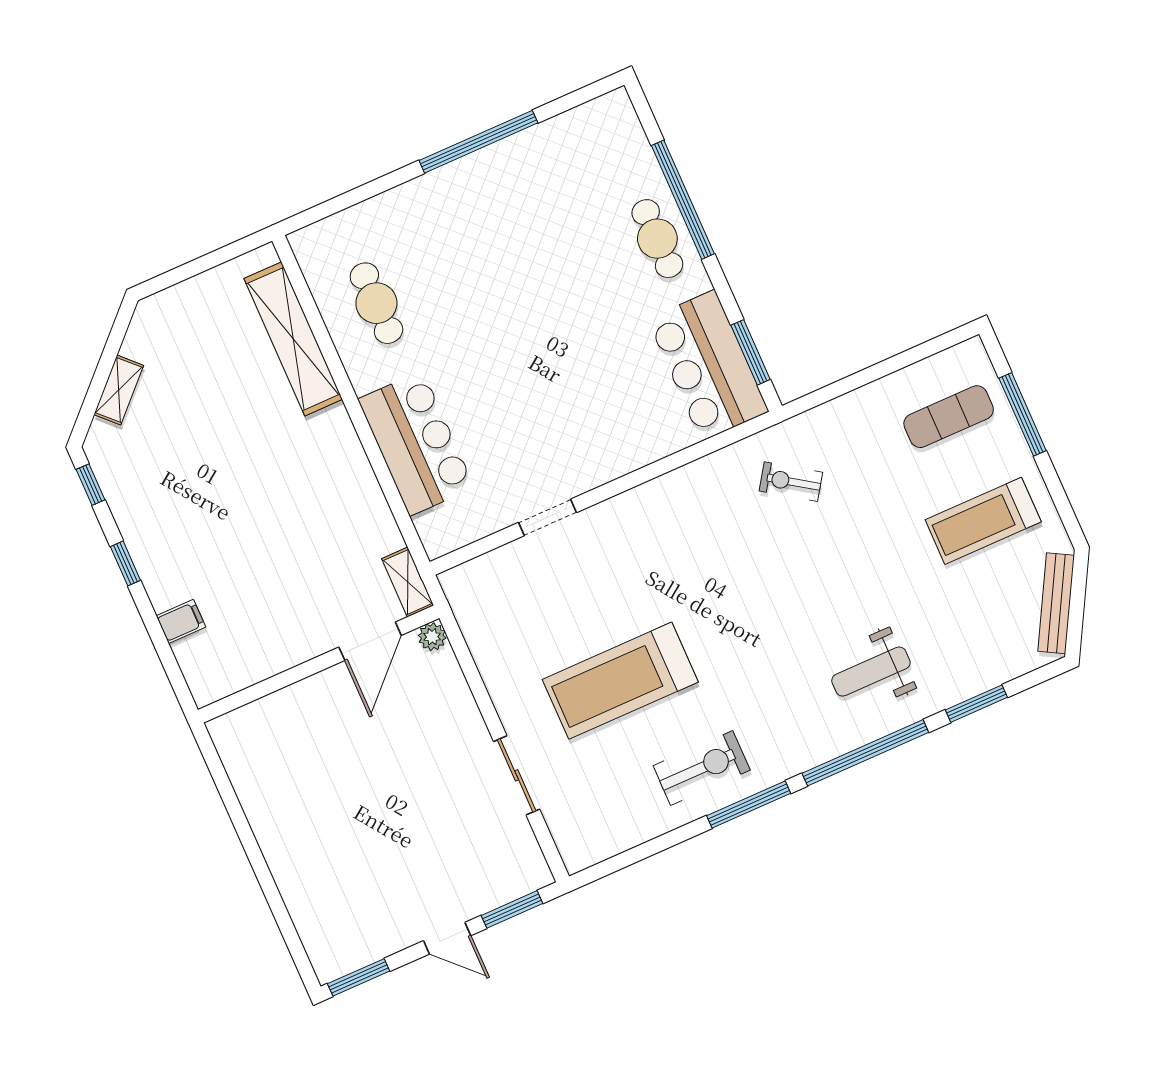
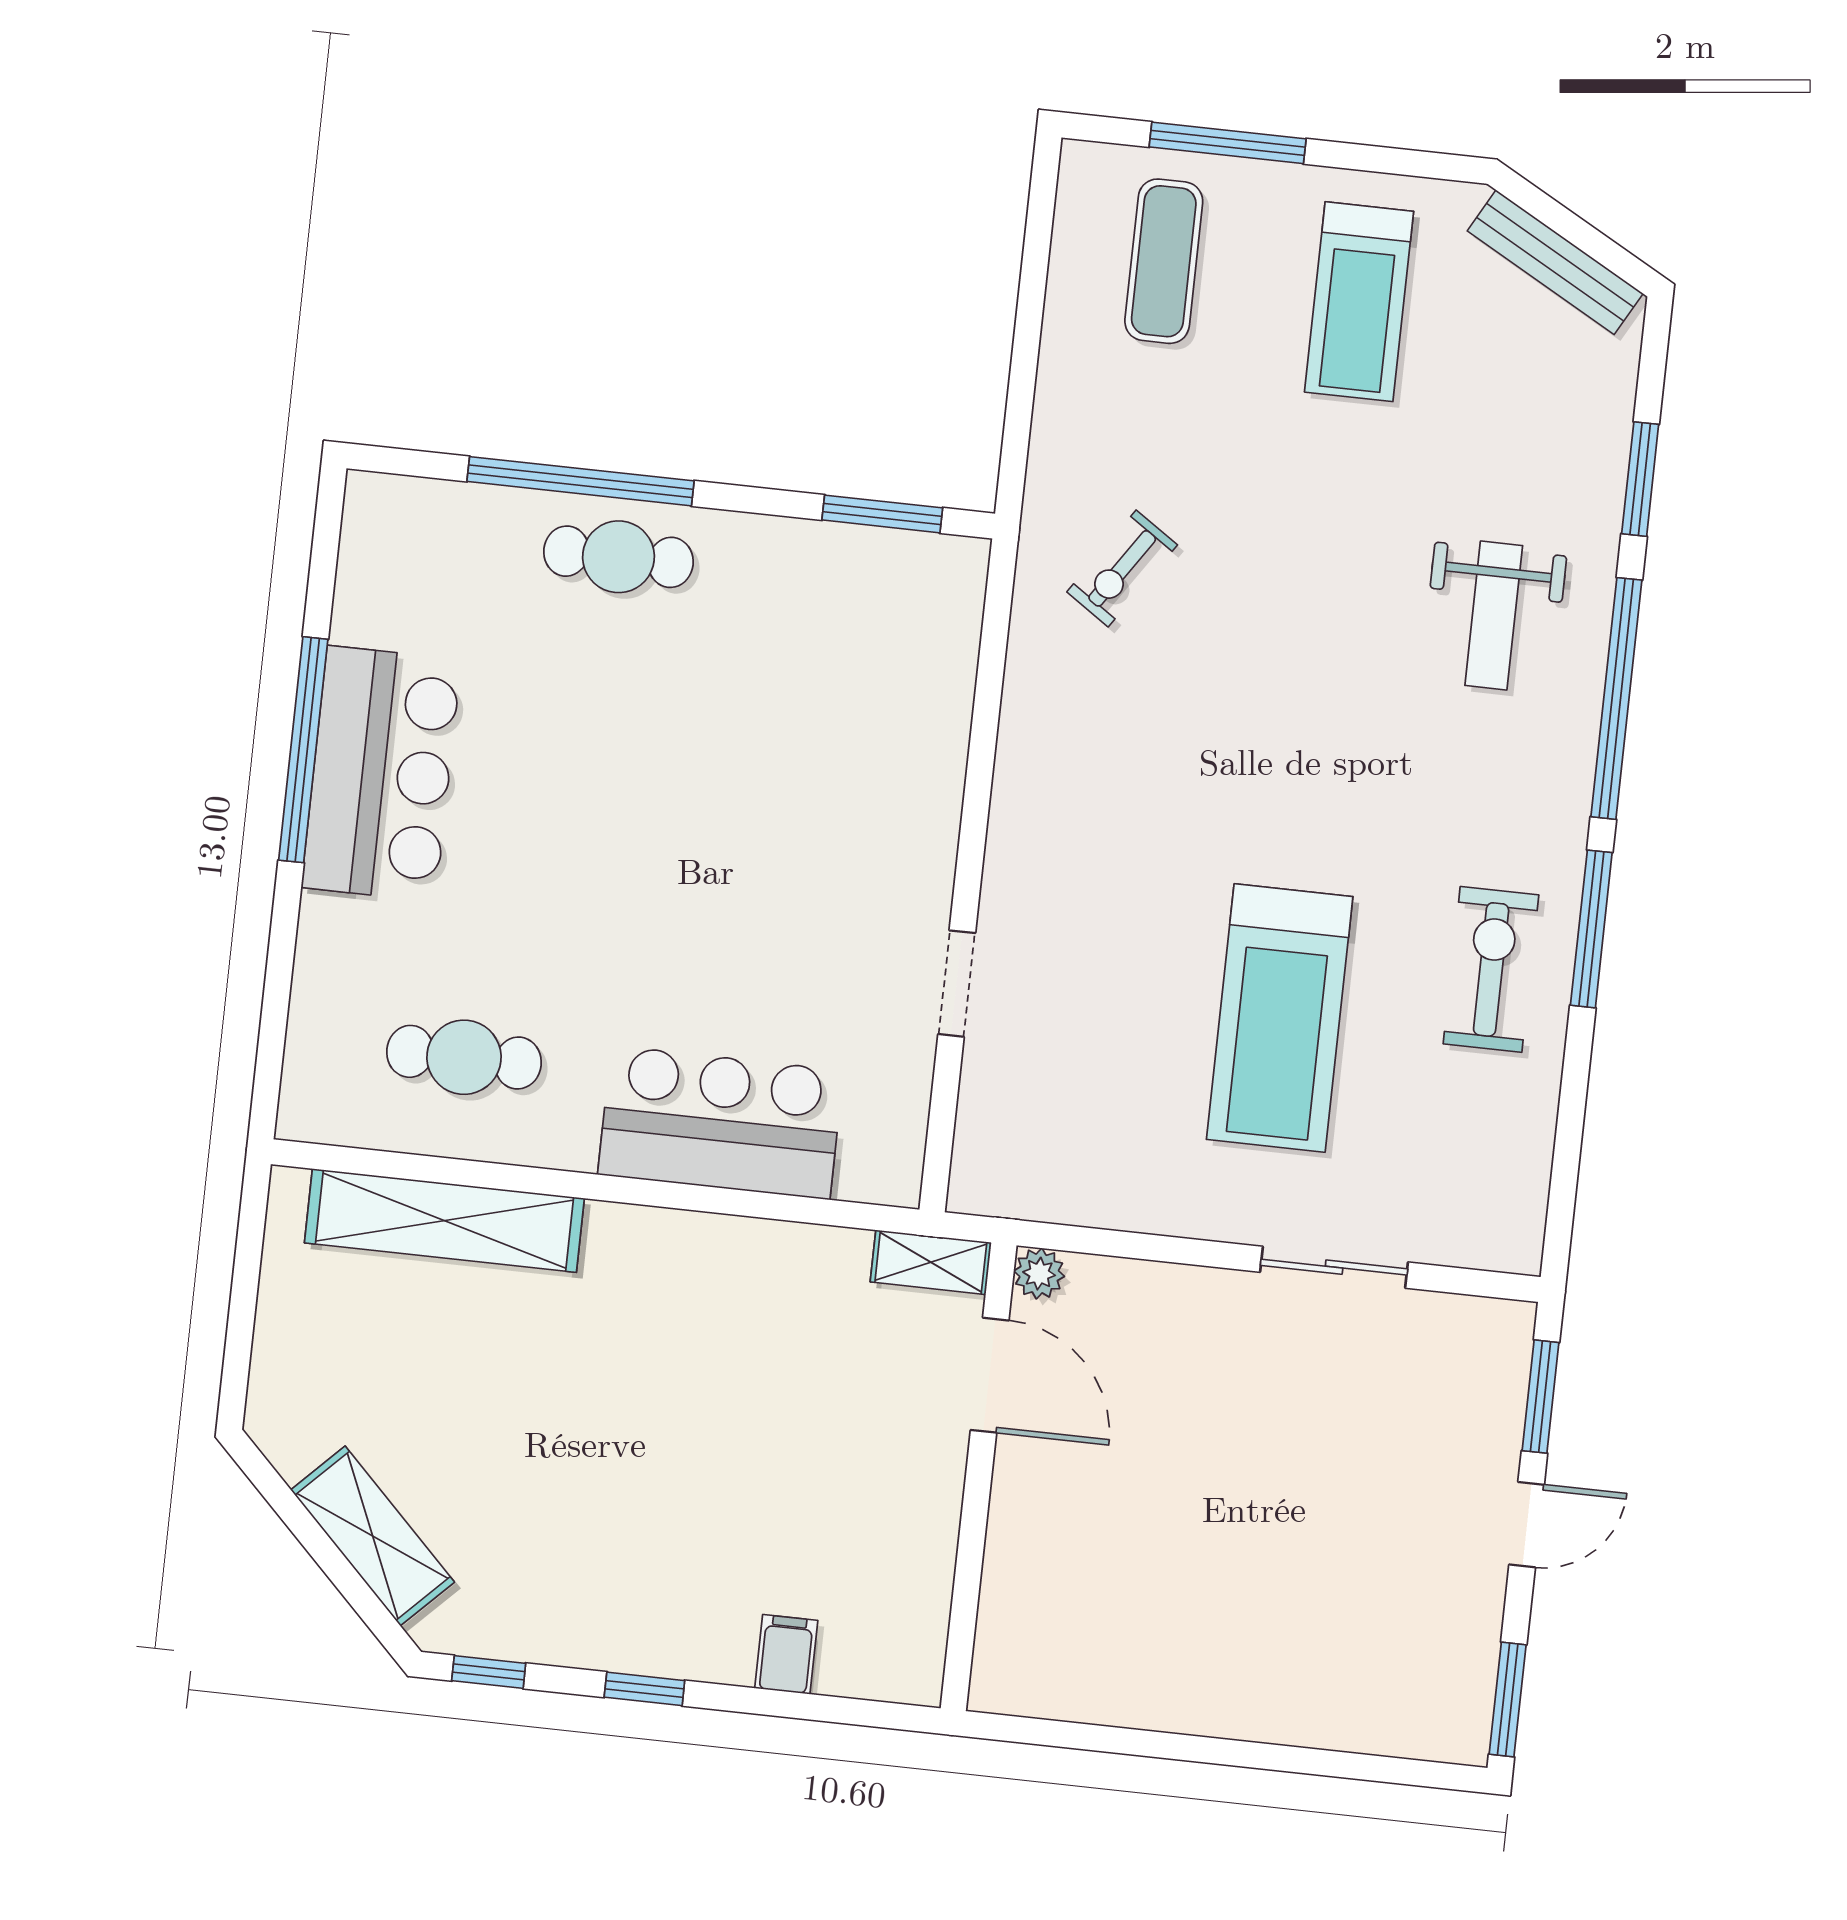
bar counter: (708, 365) -> (381, 774), moved, turned -90
shelving: (119, 390) -> (373, 1536), width x1.50, depth x1.33

